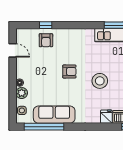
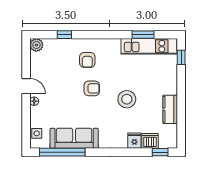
armchair: (46, 40) -> (87, 60), moved
door: (13, 50) -> (26, 86), moved
plant: (22, 93) -> (36, 45), moved

